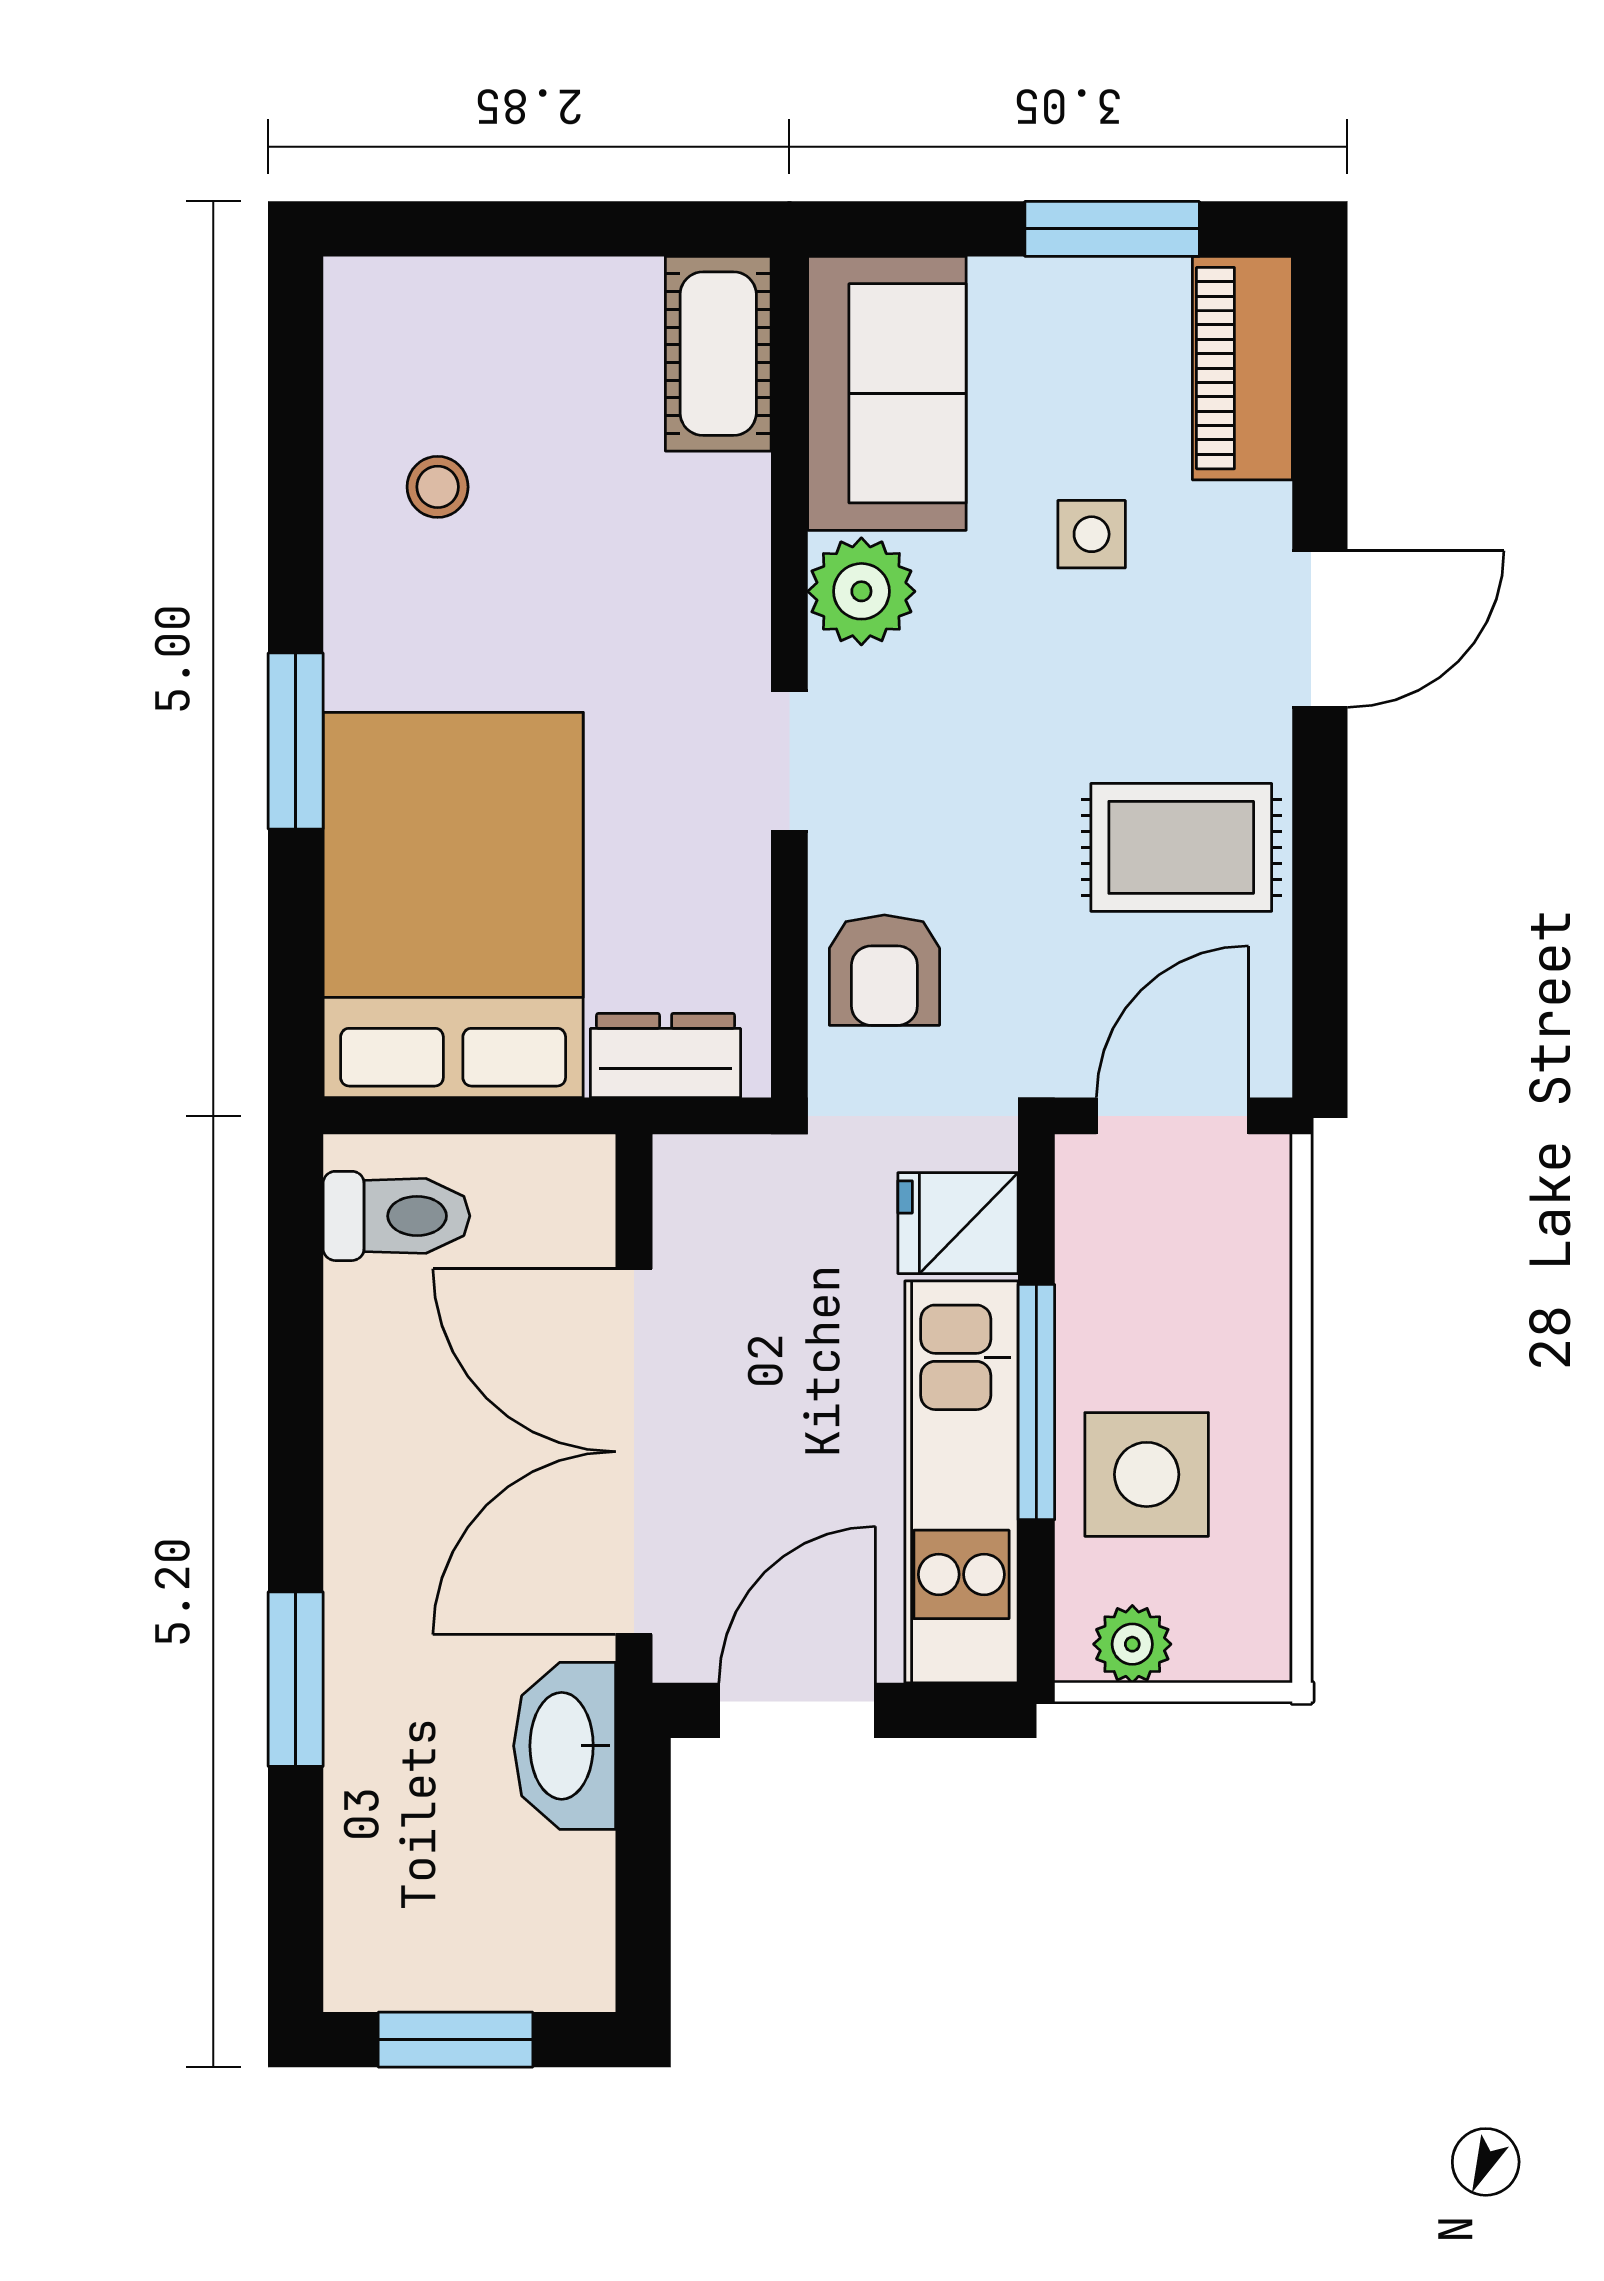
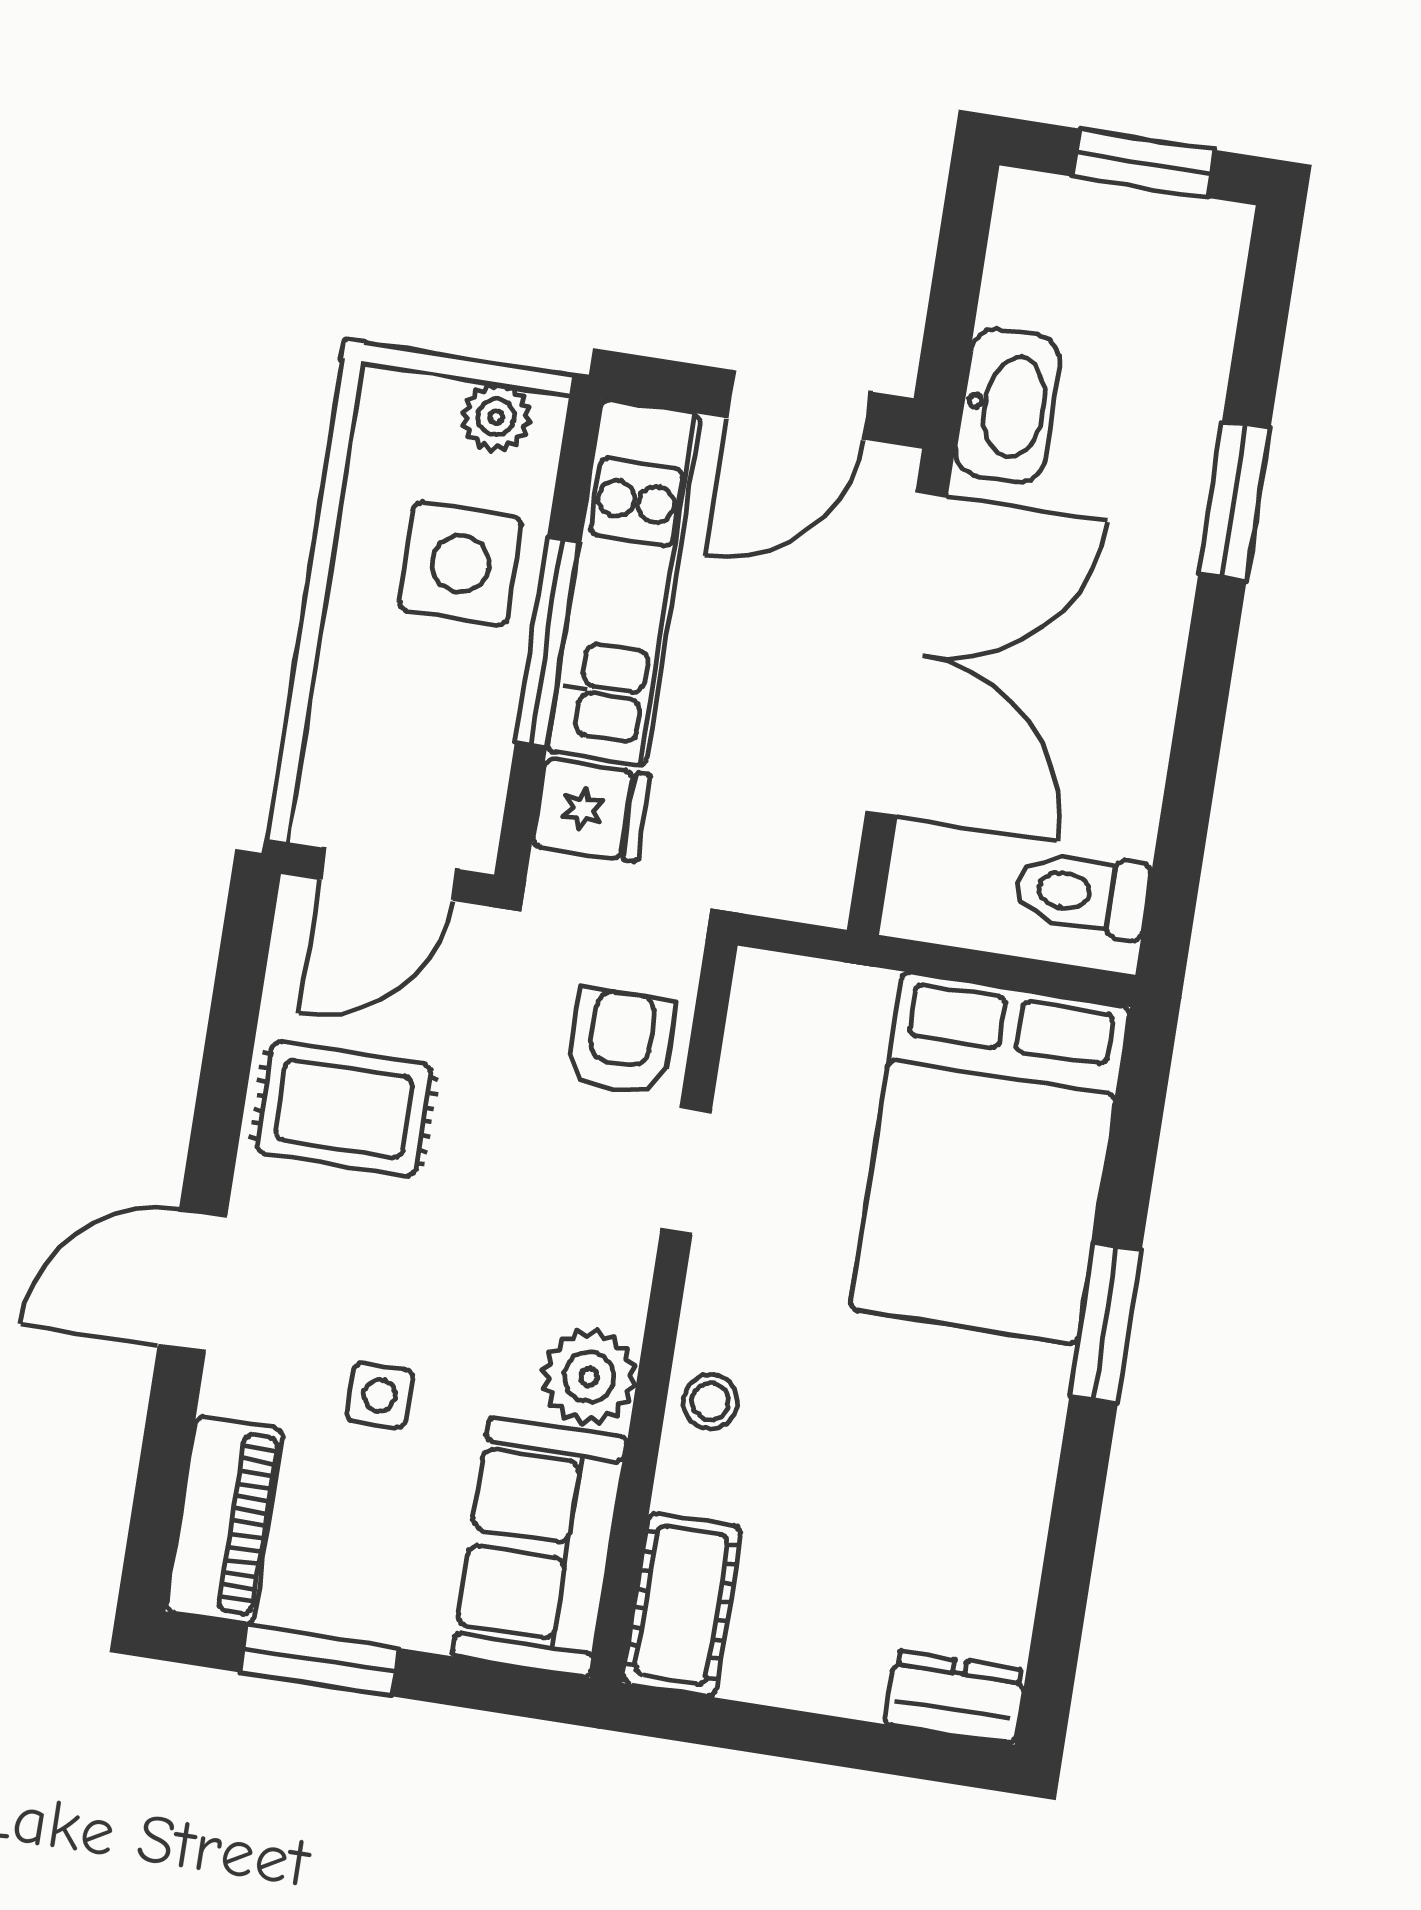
stool: (438, 487) -> (710, 1402), moved
doorway: (789, 761) -> (686, 1171), moved
dresser: (666, 1055) -> (955, 1697), moved, turned 180

